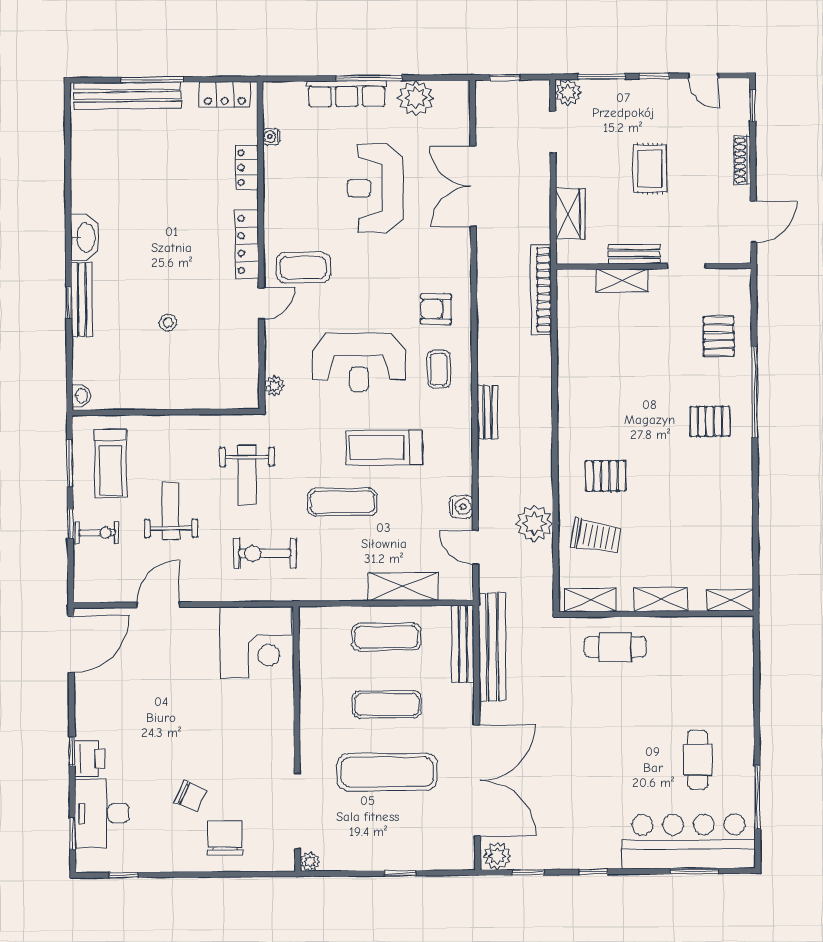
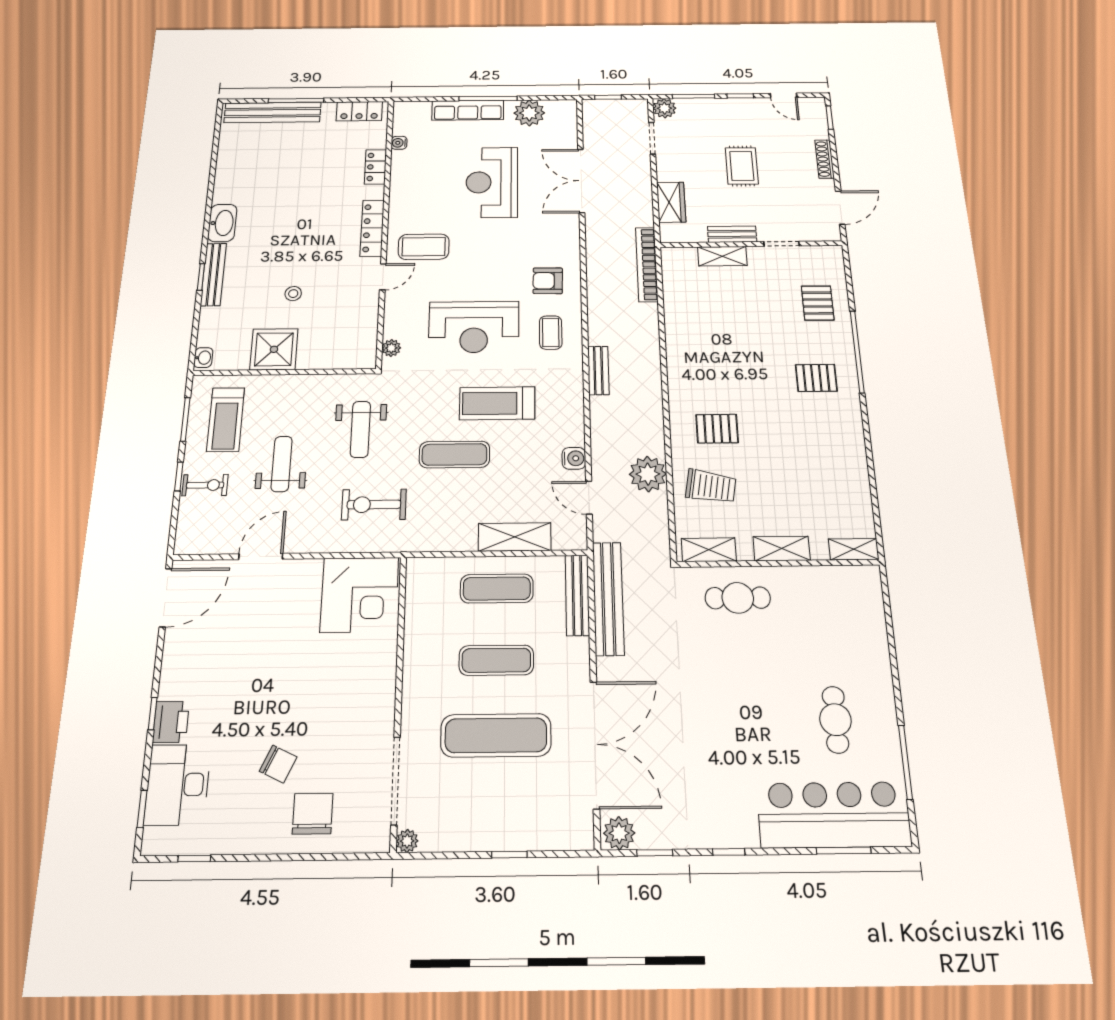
shower: (153, 387) -> (274, 349), added

